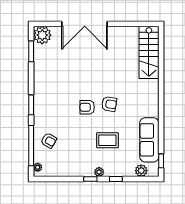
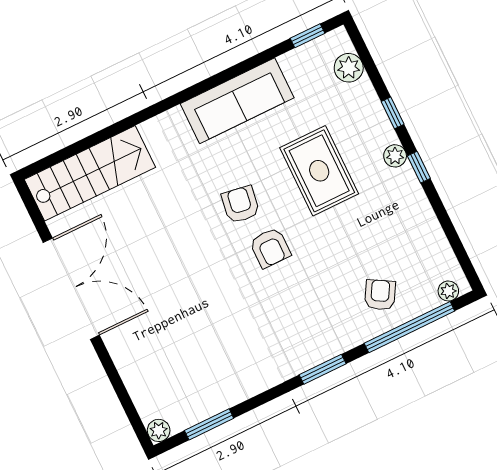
double door: (85, 24) -> (71, 289), moved
plant: (42, 35) -> (159, 430), width x0.53, depth x0.53
rug: (107, 140) -> (319, 171), width x1.36, depth x1.43
sofa: (149, 140) -> (237, 101), moved

